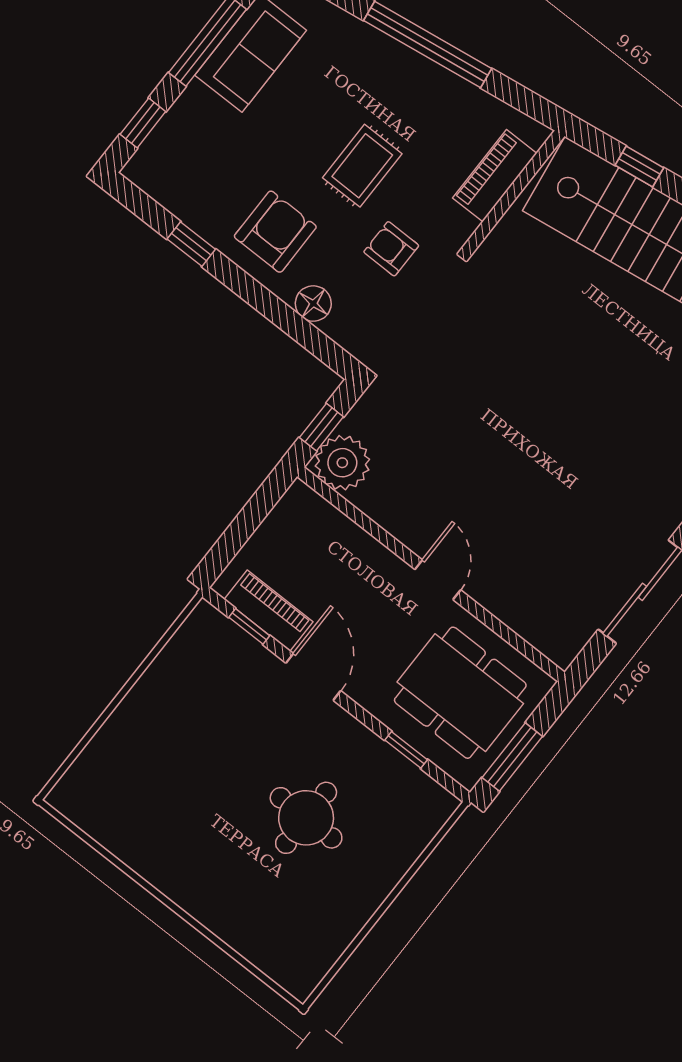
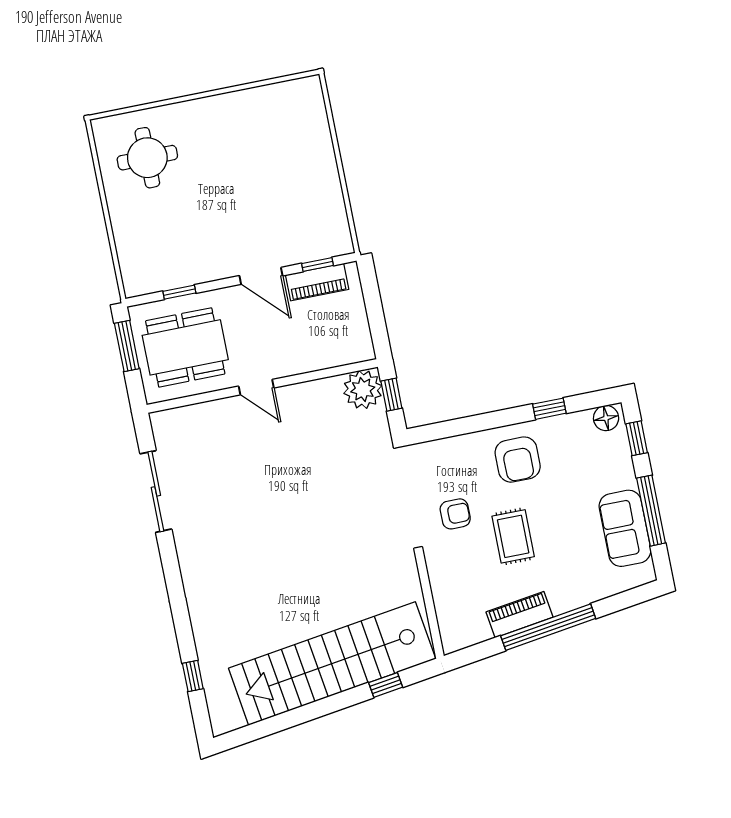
piano: (495, 176) -> (519, 615), moved, turned -98
floor lamp: (313, 304) -> (606, 418), moved
round table: (306, 818) -> (147, 158), moved

